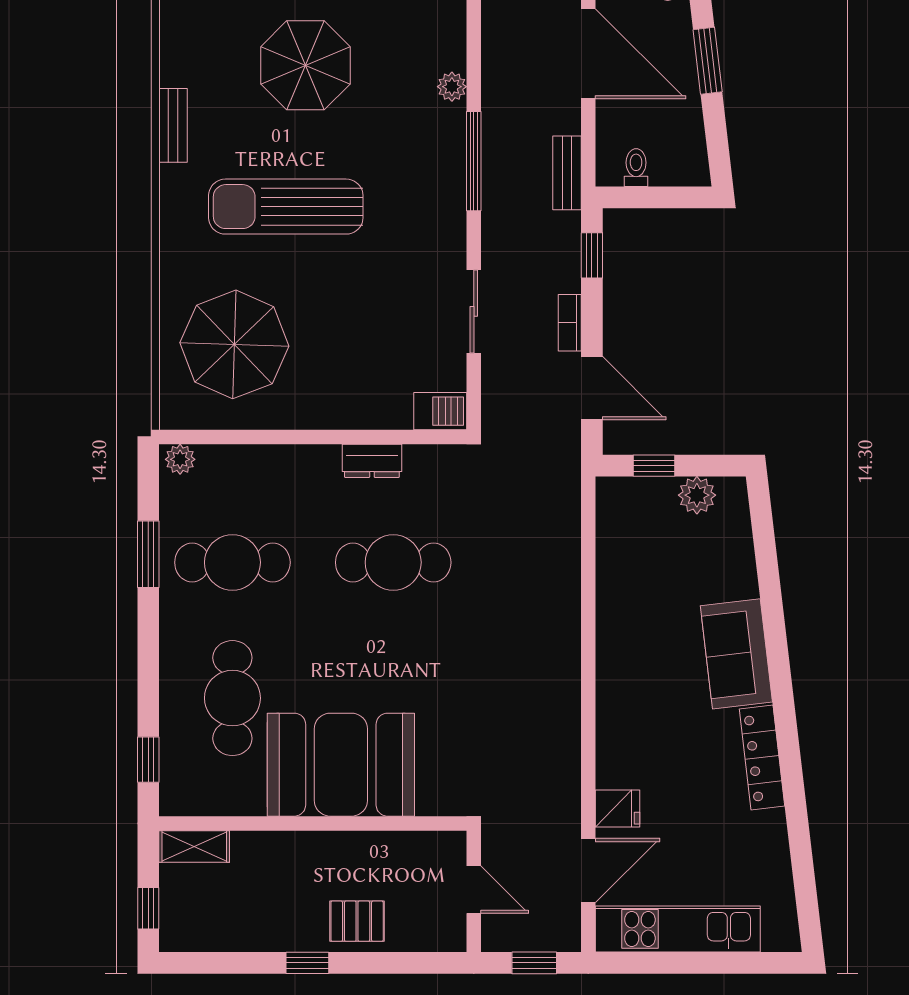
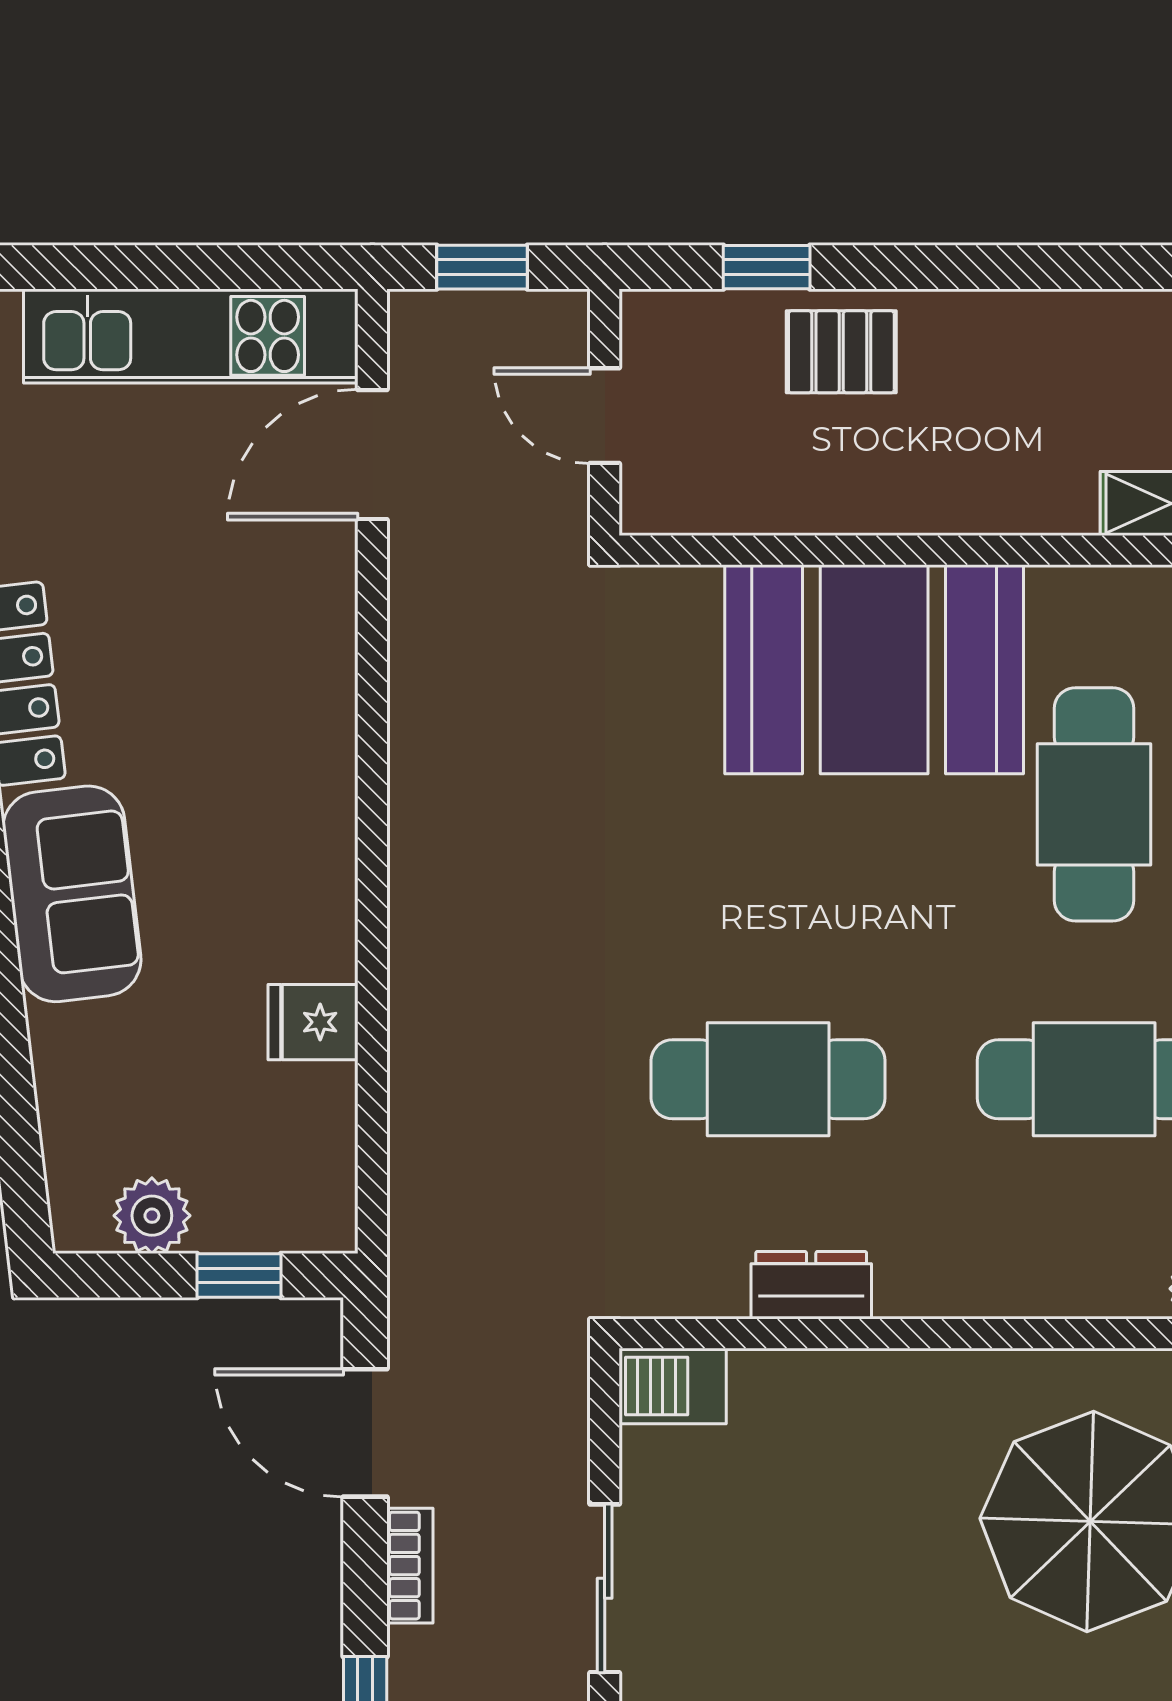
fridge: (618, 808) -> (313, 1022), moved
window: (307, 963) -> (767, 267), moved

